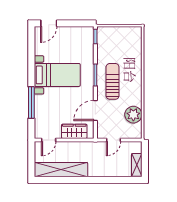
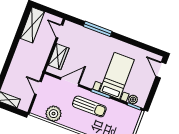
plant: (89, 40) -> (133, 99), added
bed with nightstands: (57, 75) -> (117, 76), moved, turned 180
door: (95, 110) -> (70, 82), hinge flipped
shelving: (61, 170) -> (32, 25), width x0.68

